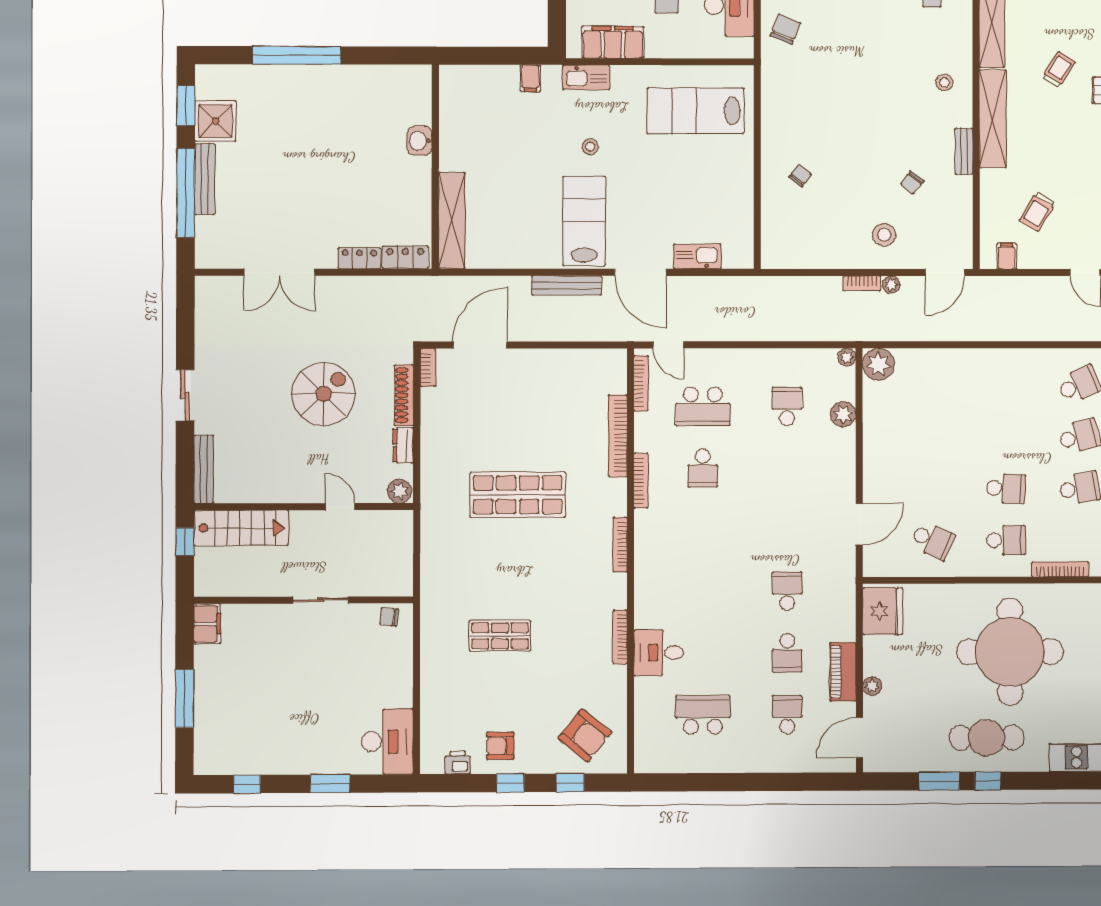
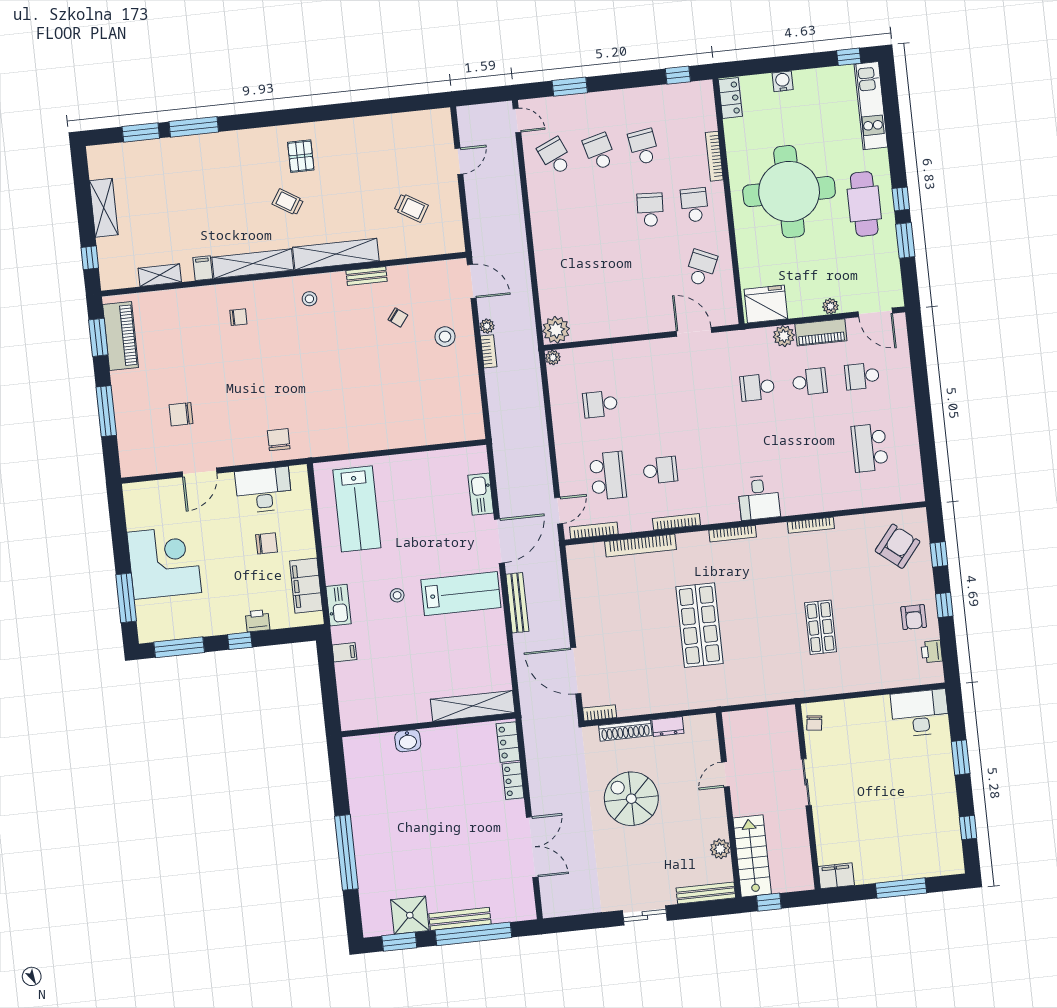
chair: (785, 29) -> (279, 440), turned 68
chair: (800, 176) -> (402, 414), removed
lab bench: (584, 221) -> (461, 594), turned 180
filing cabinet: (1007, 256) -> (452, 230), removed
plant: (843, 414) -> (784, 336), moved
plant: (399, 491) -> (720, 849), moved
desk: (659, 653) -> (759, 498), moved

